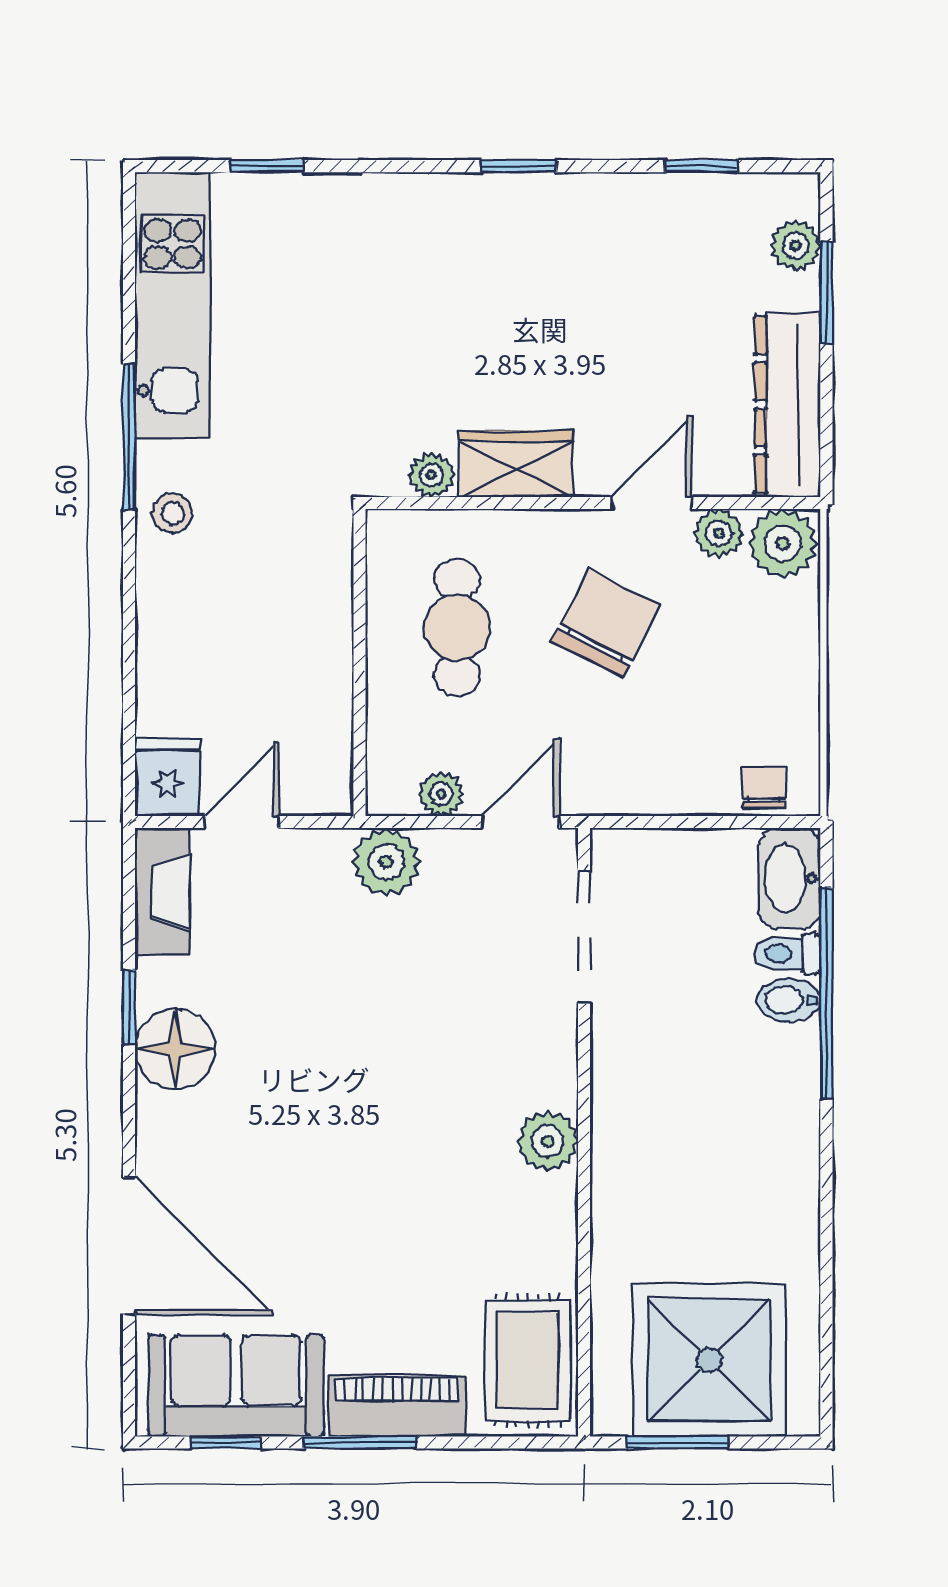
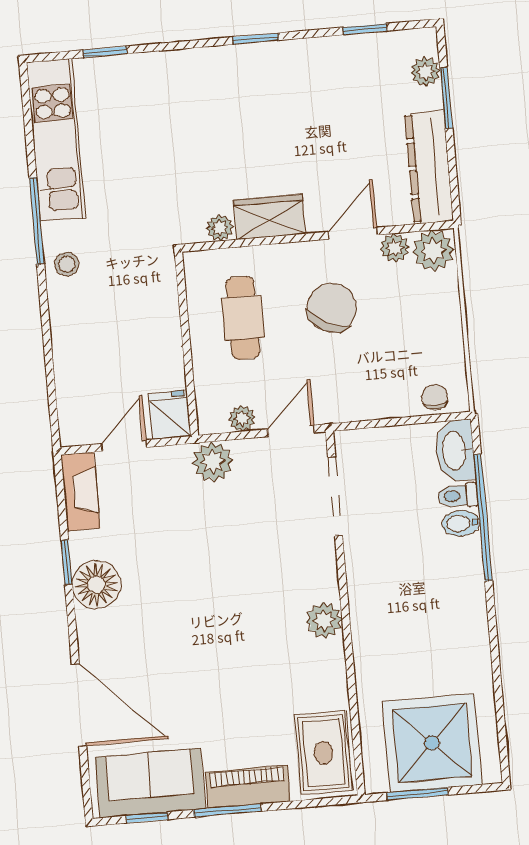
fridge: (167, 778) -> (169, 415), moved

